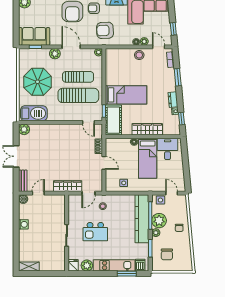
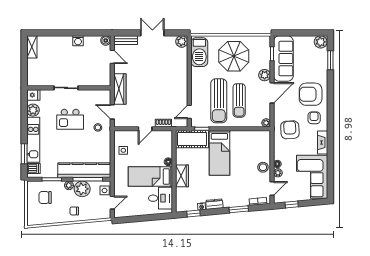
sofa: (34, 36) -> (283, 59), width x1.36
wardrobe: (147, 129) -> (182, 176), width x0.67
kitchen island: (95, 232) -> (70, 119), turned -90

